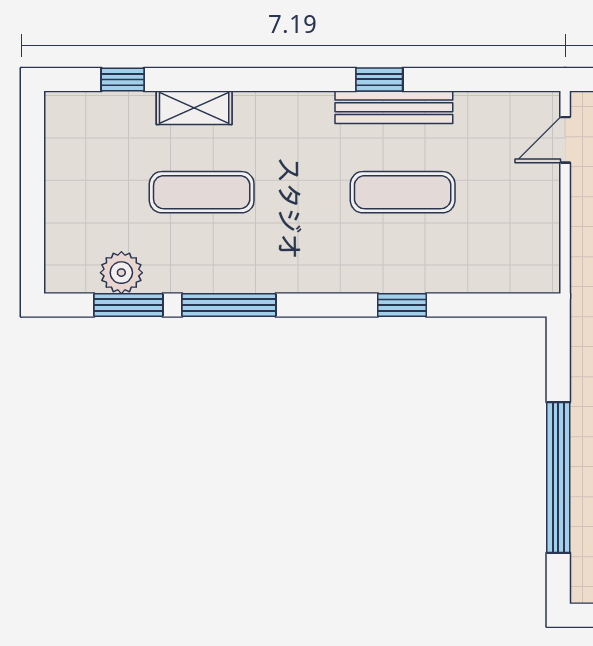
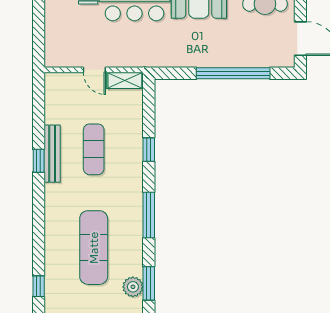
shelving: (194, 108) -> (125, 80), moved, turned 90
door: (565, 140) -> (94, 70), moved
exercise mat: (202, 192) -> (94, 248), width x1.36, depth x1.45
window: (229, 305) -> (149, 215), moved

